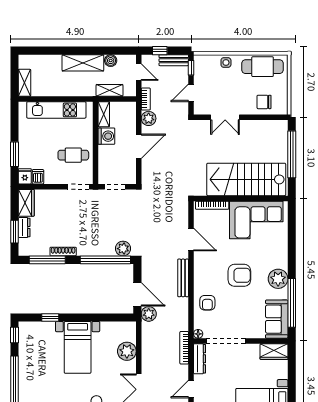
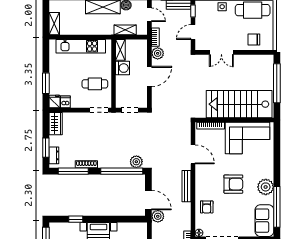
dresser: (24, 227) -> (54, 155), moved

